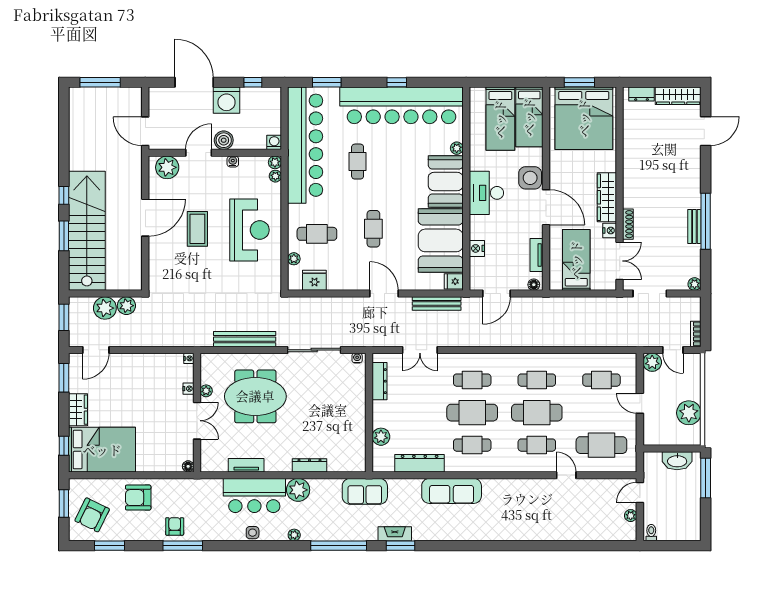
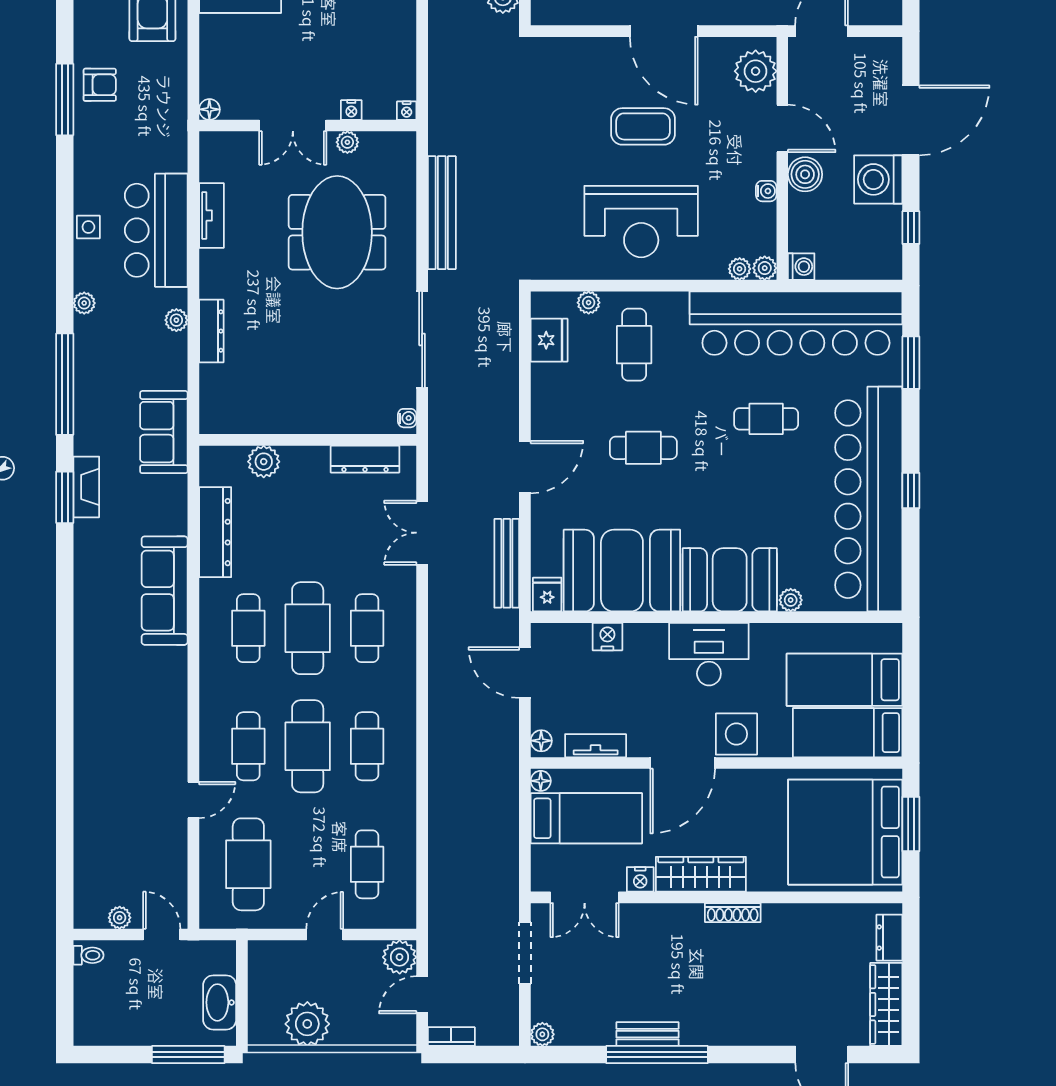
shoe rack: (628, 224) -> (733, 913), moved
floor lamp: (556, 285) -> (541, 781), added
plant: (298, 490) -> (176, 320), width x0.53, depth x0.53

